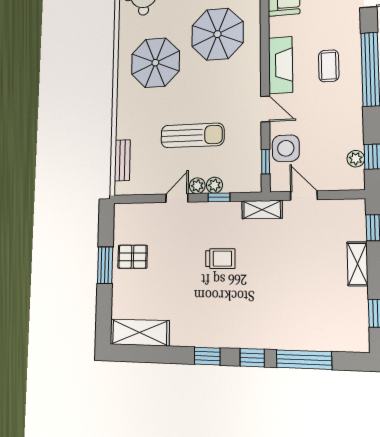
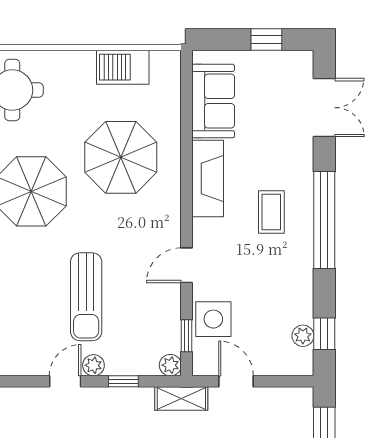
fireplace: (281, 65) -> (208, 178), moved
door: (265, 109) -> (186, 265), swing flipped
sun lounger: (192, 135) -> (86, 297), turned 90
plant: (214, 185) -> (170, 365), moved

